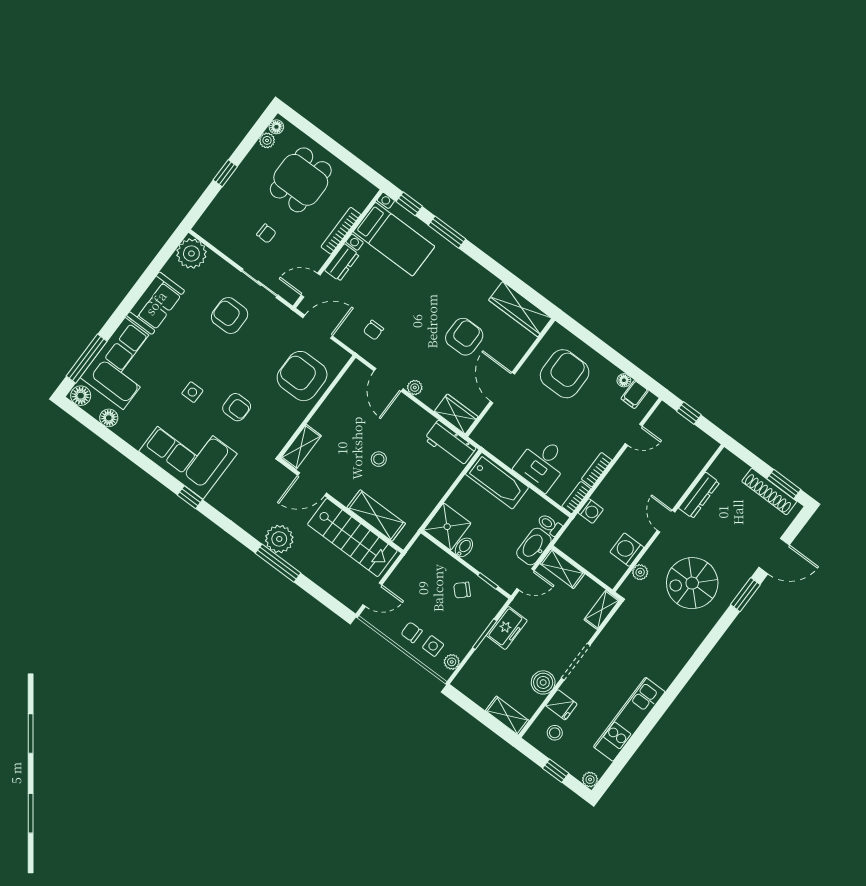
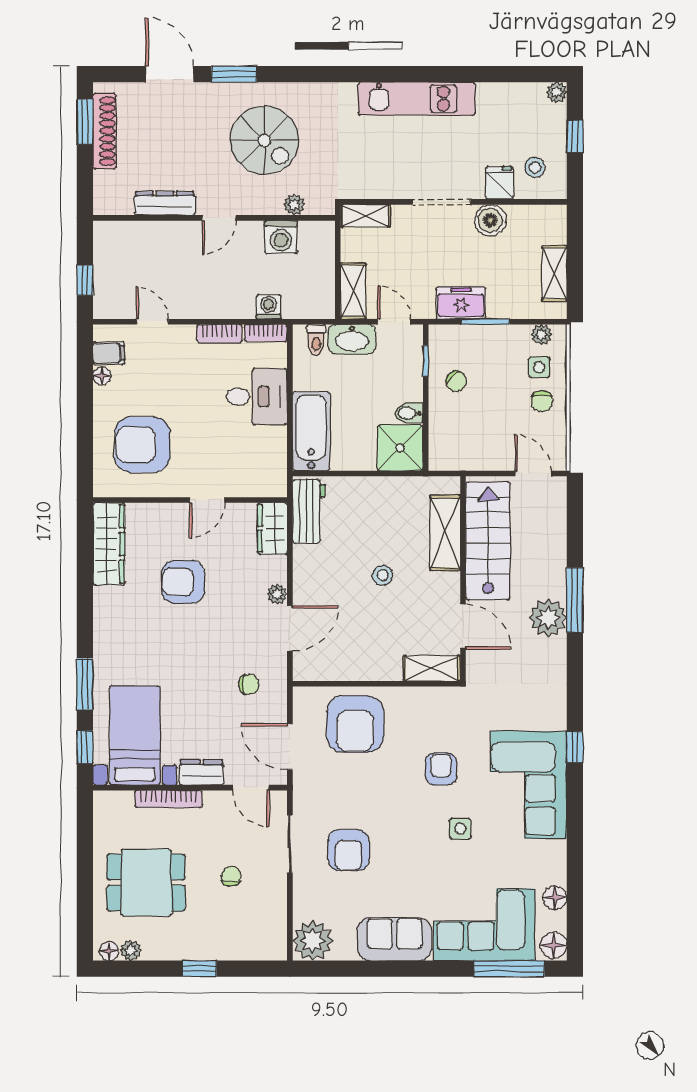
door: (502, 388) -> (207, 500), width x0.73
shelving: (507, 716) -> (554, 273), moved
kitchen unit: (629, 719) -> (416, 99), moved

